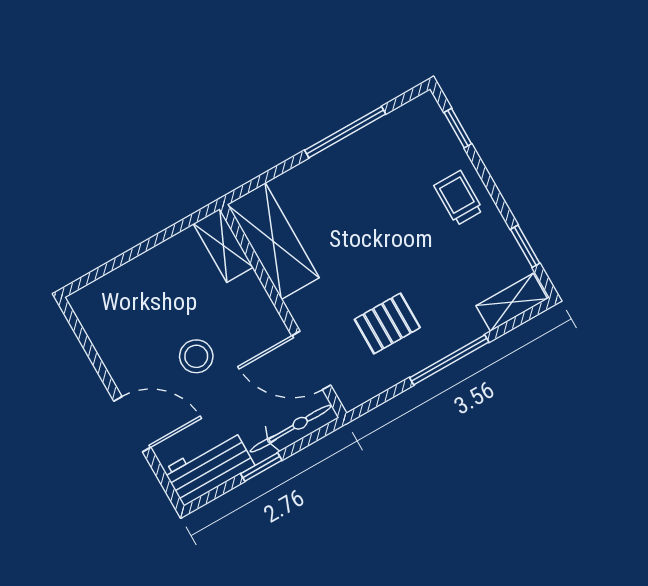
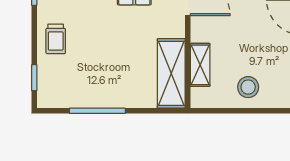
shelving: (223, 246) -> (200, 65), moved
stool: (196, 356) -> (248, 87), moved

